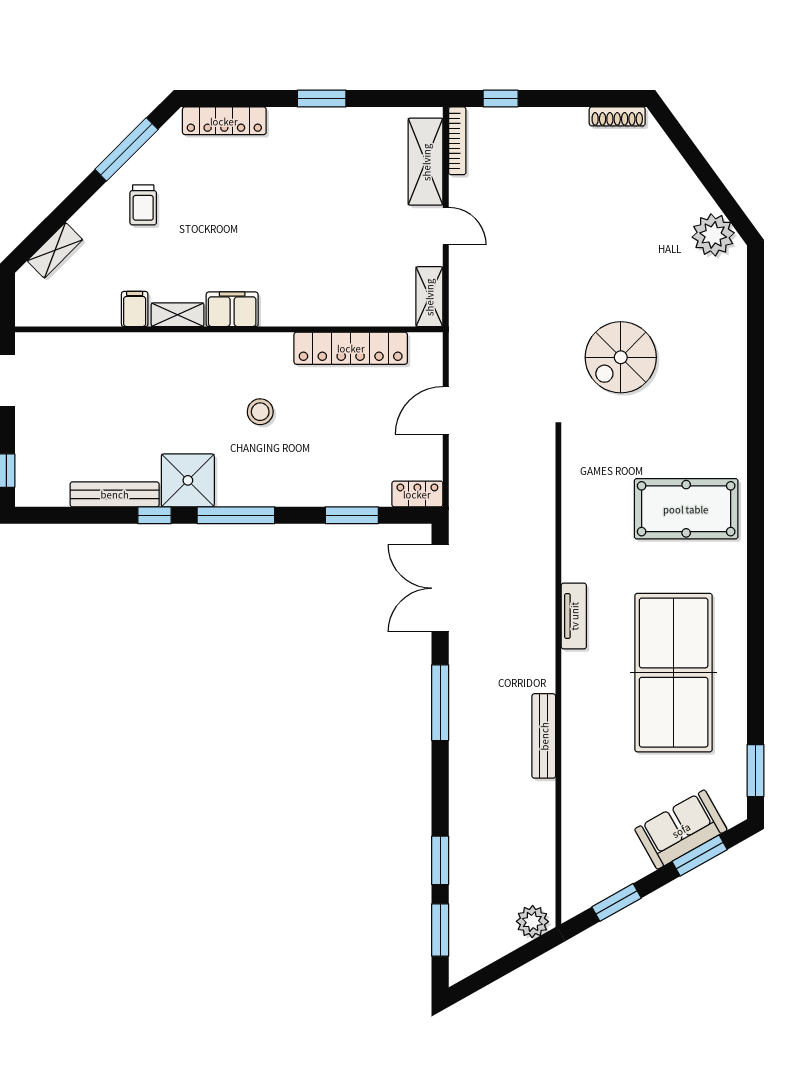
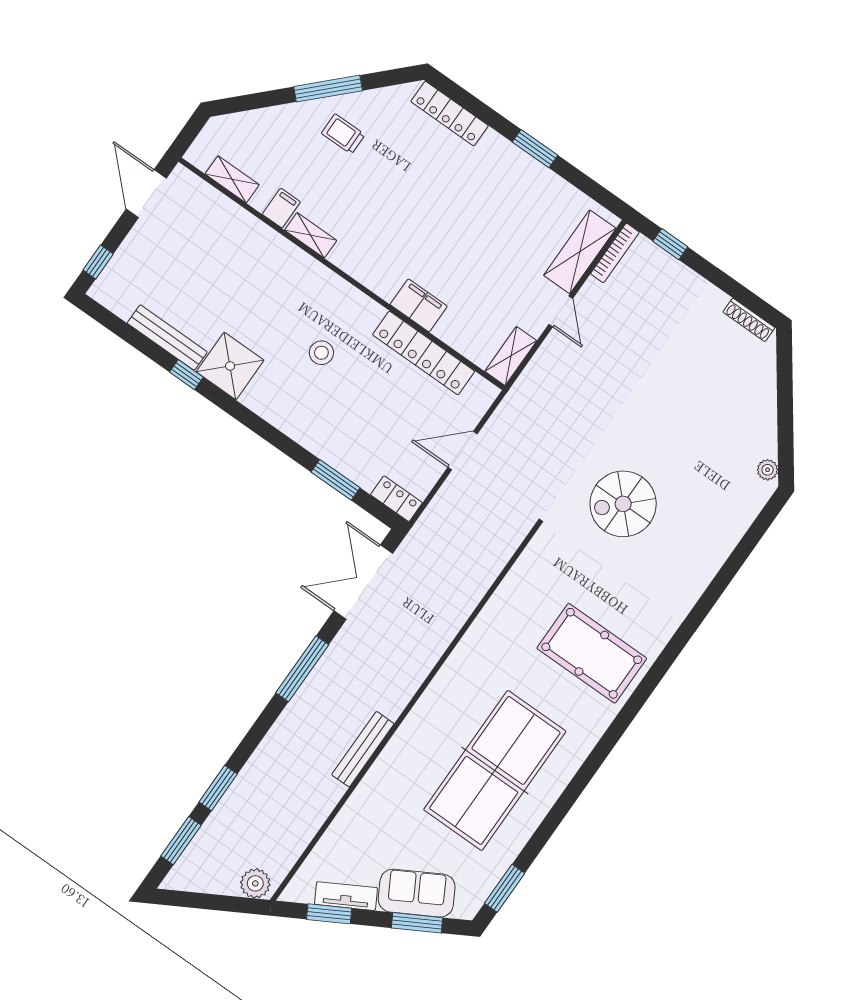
window: (126, 149) -> (328, 89), moved
trolley: (143, 205) -> (343, 134), turned 90
plant: (713, 235) -> (768, 470), width x0.53, depth x0.53
shelving: (55, 250) -> (232, 179), moved, turned 45
filing cabinet: (232, 309) -> (419, 305), moved
window: (236, 515) -> (248, 418), removed
tv unit: (574, 616) -> (346, 896), moved, turned -119

